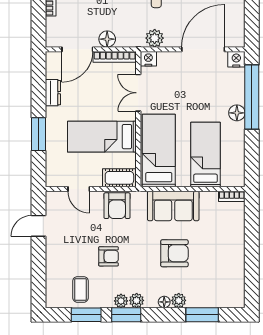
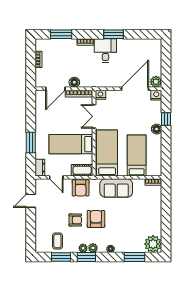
plant: (155, 38) -> (156, 82), moved
dresser: (53, 93) -> (40, 168), moved
window: (252, 97) -> (166, 119), width x0.32
armchair: (174, 253) -> (96, 219), moved, turned -90
plant: (179, 300) -> (153, 244), moved, width x1.88, depth x1.88

